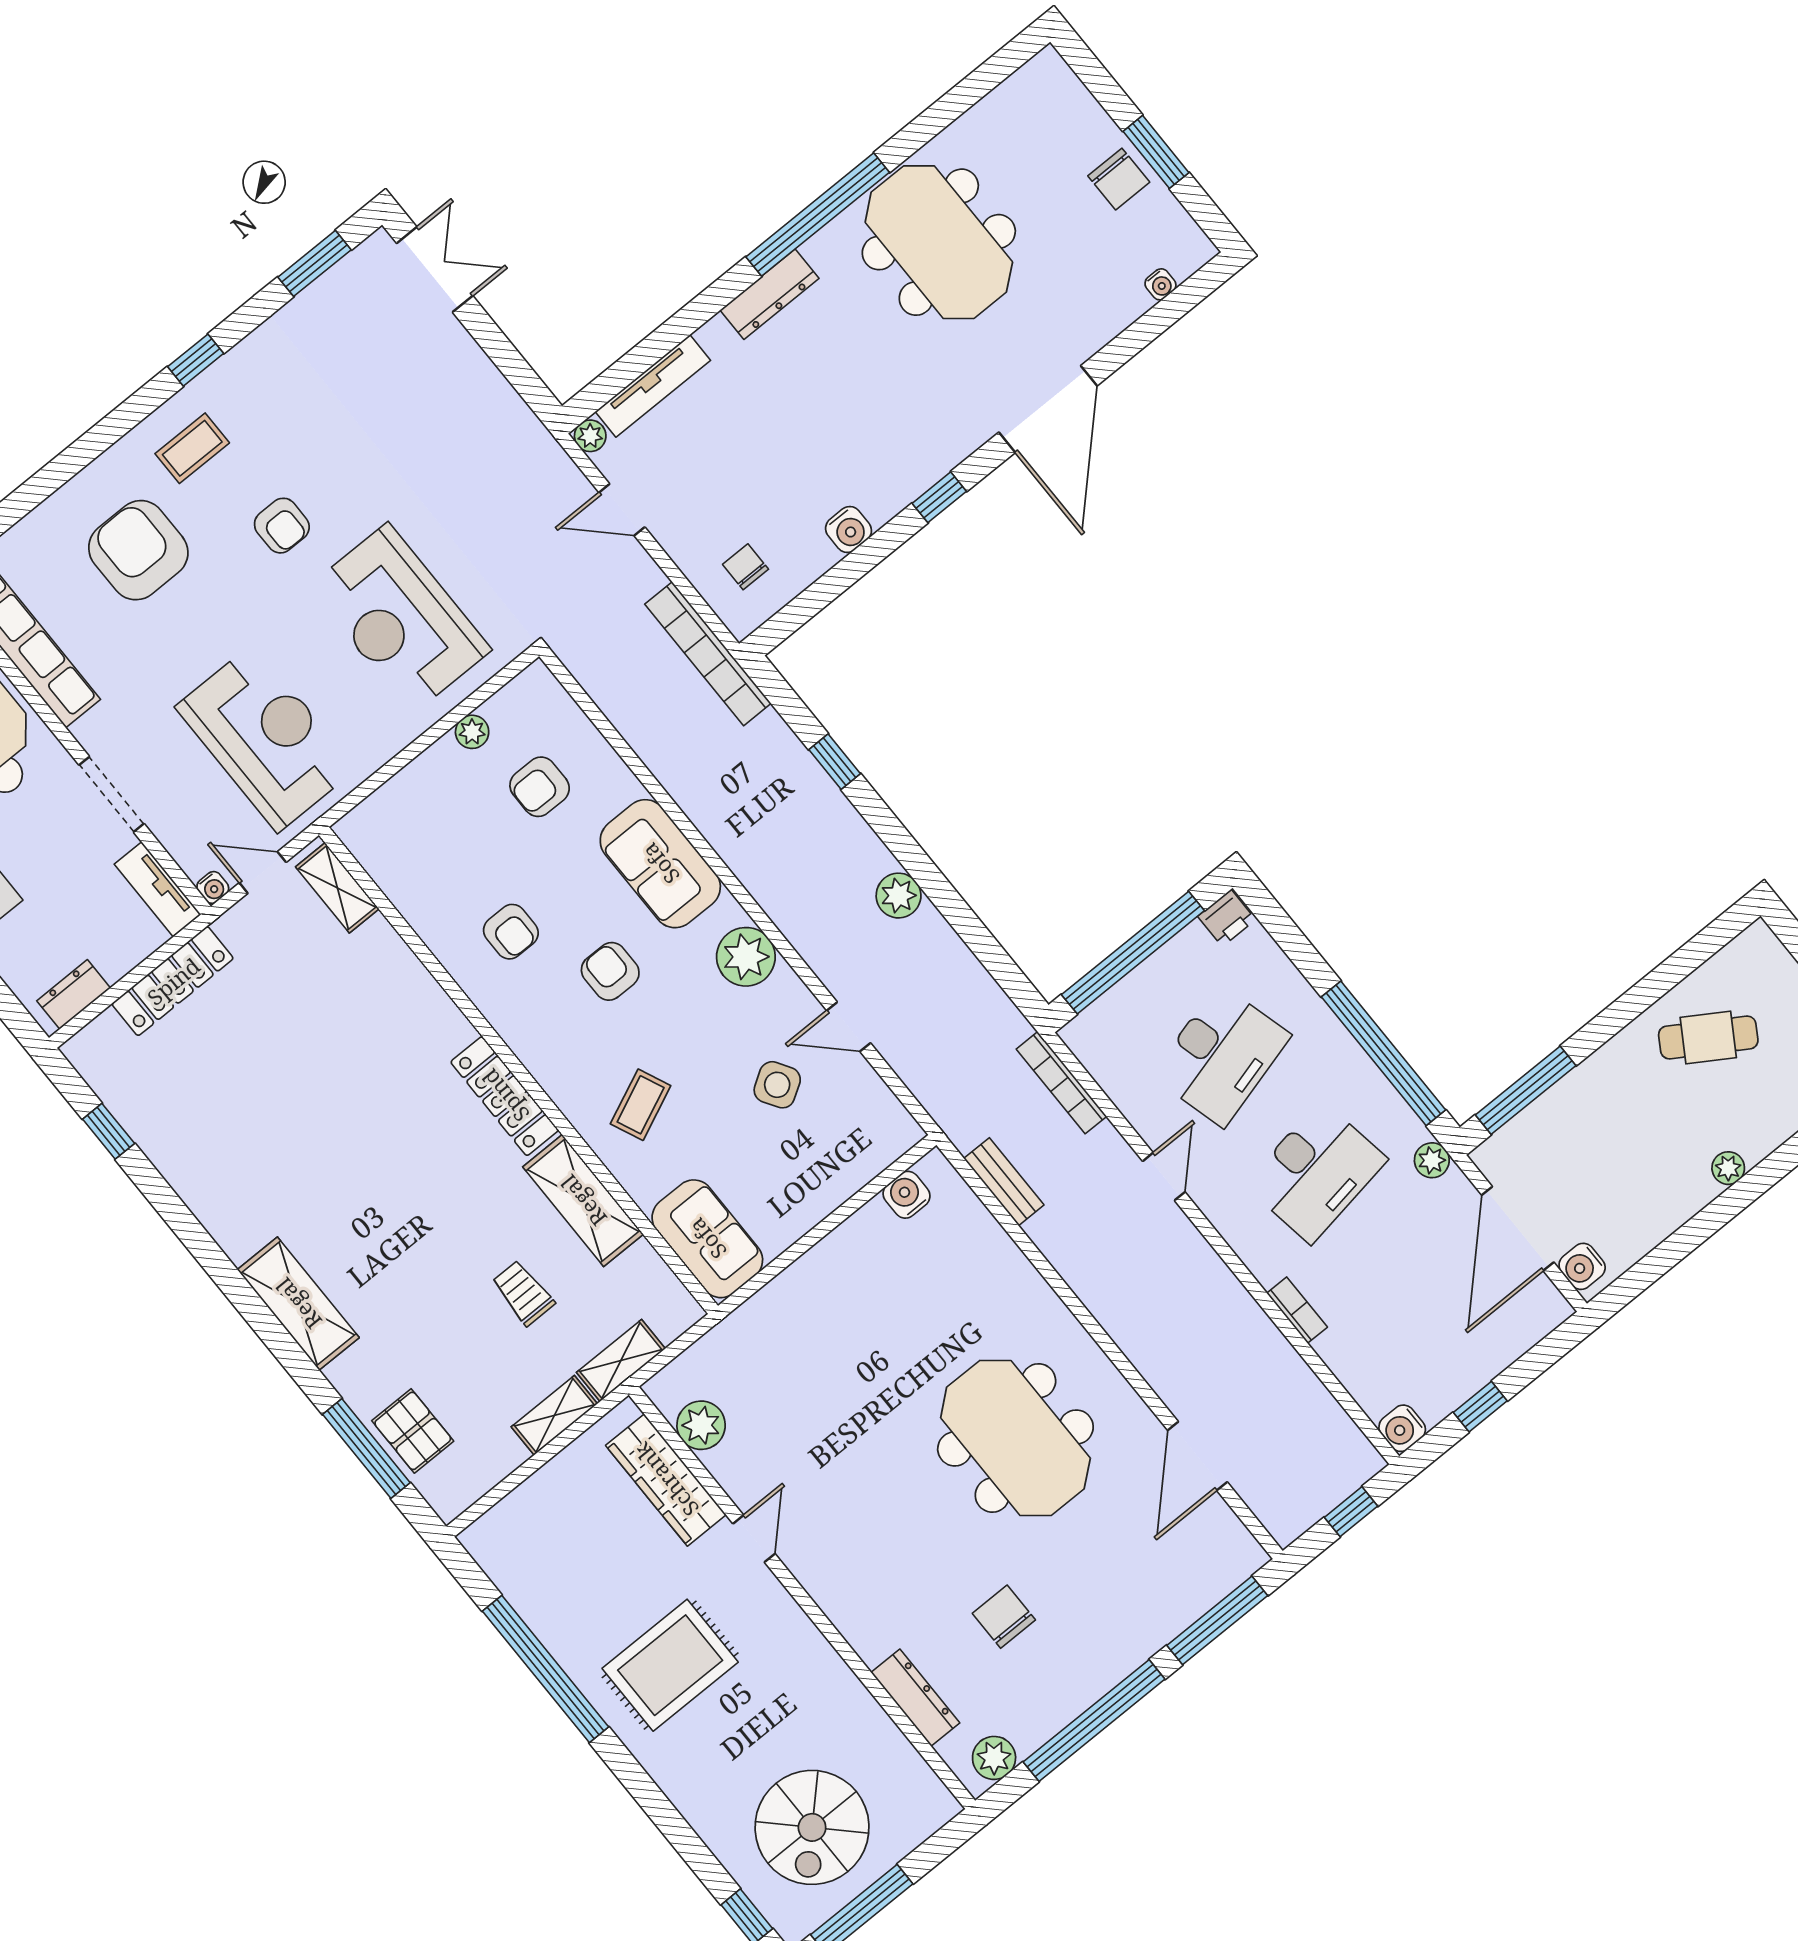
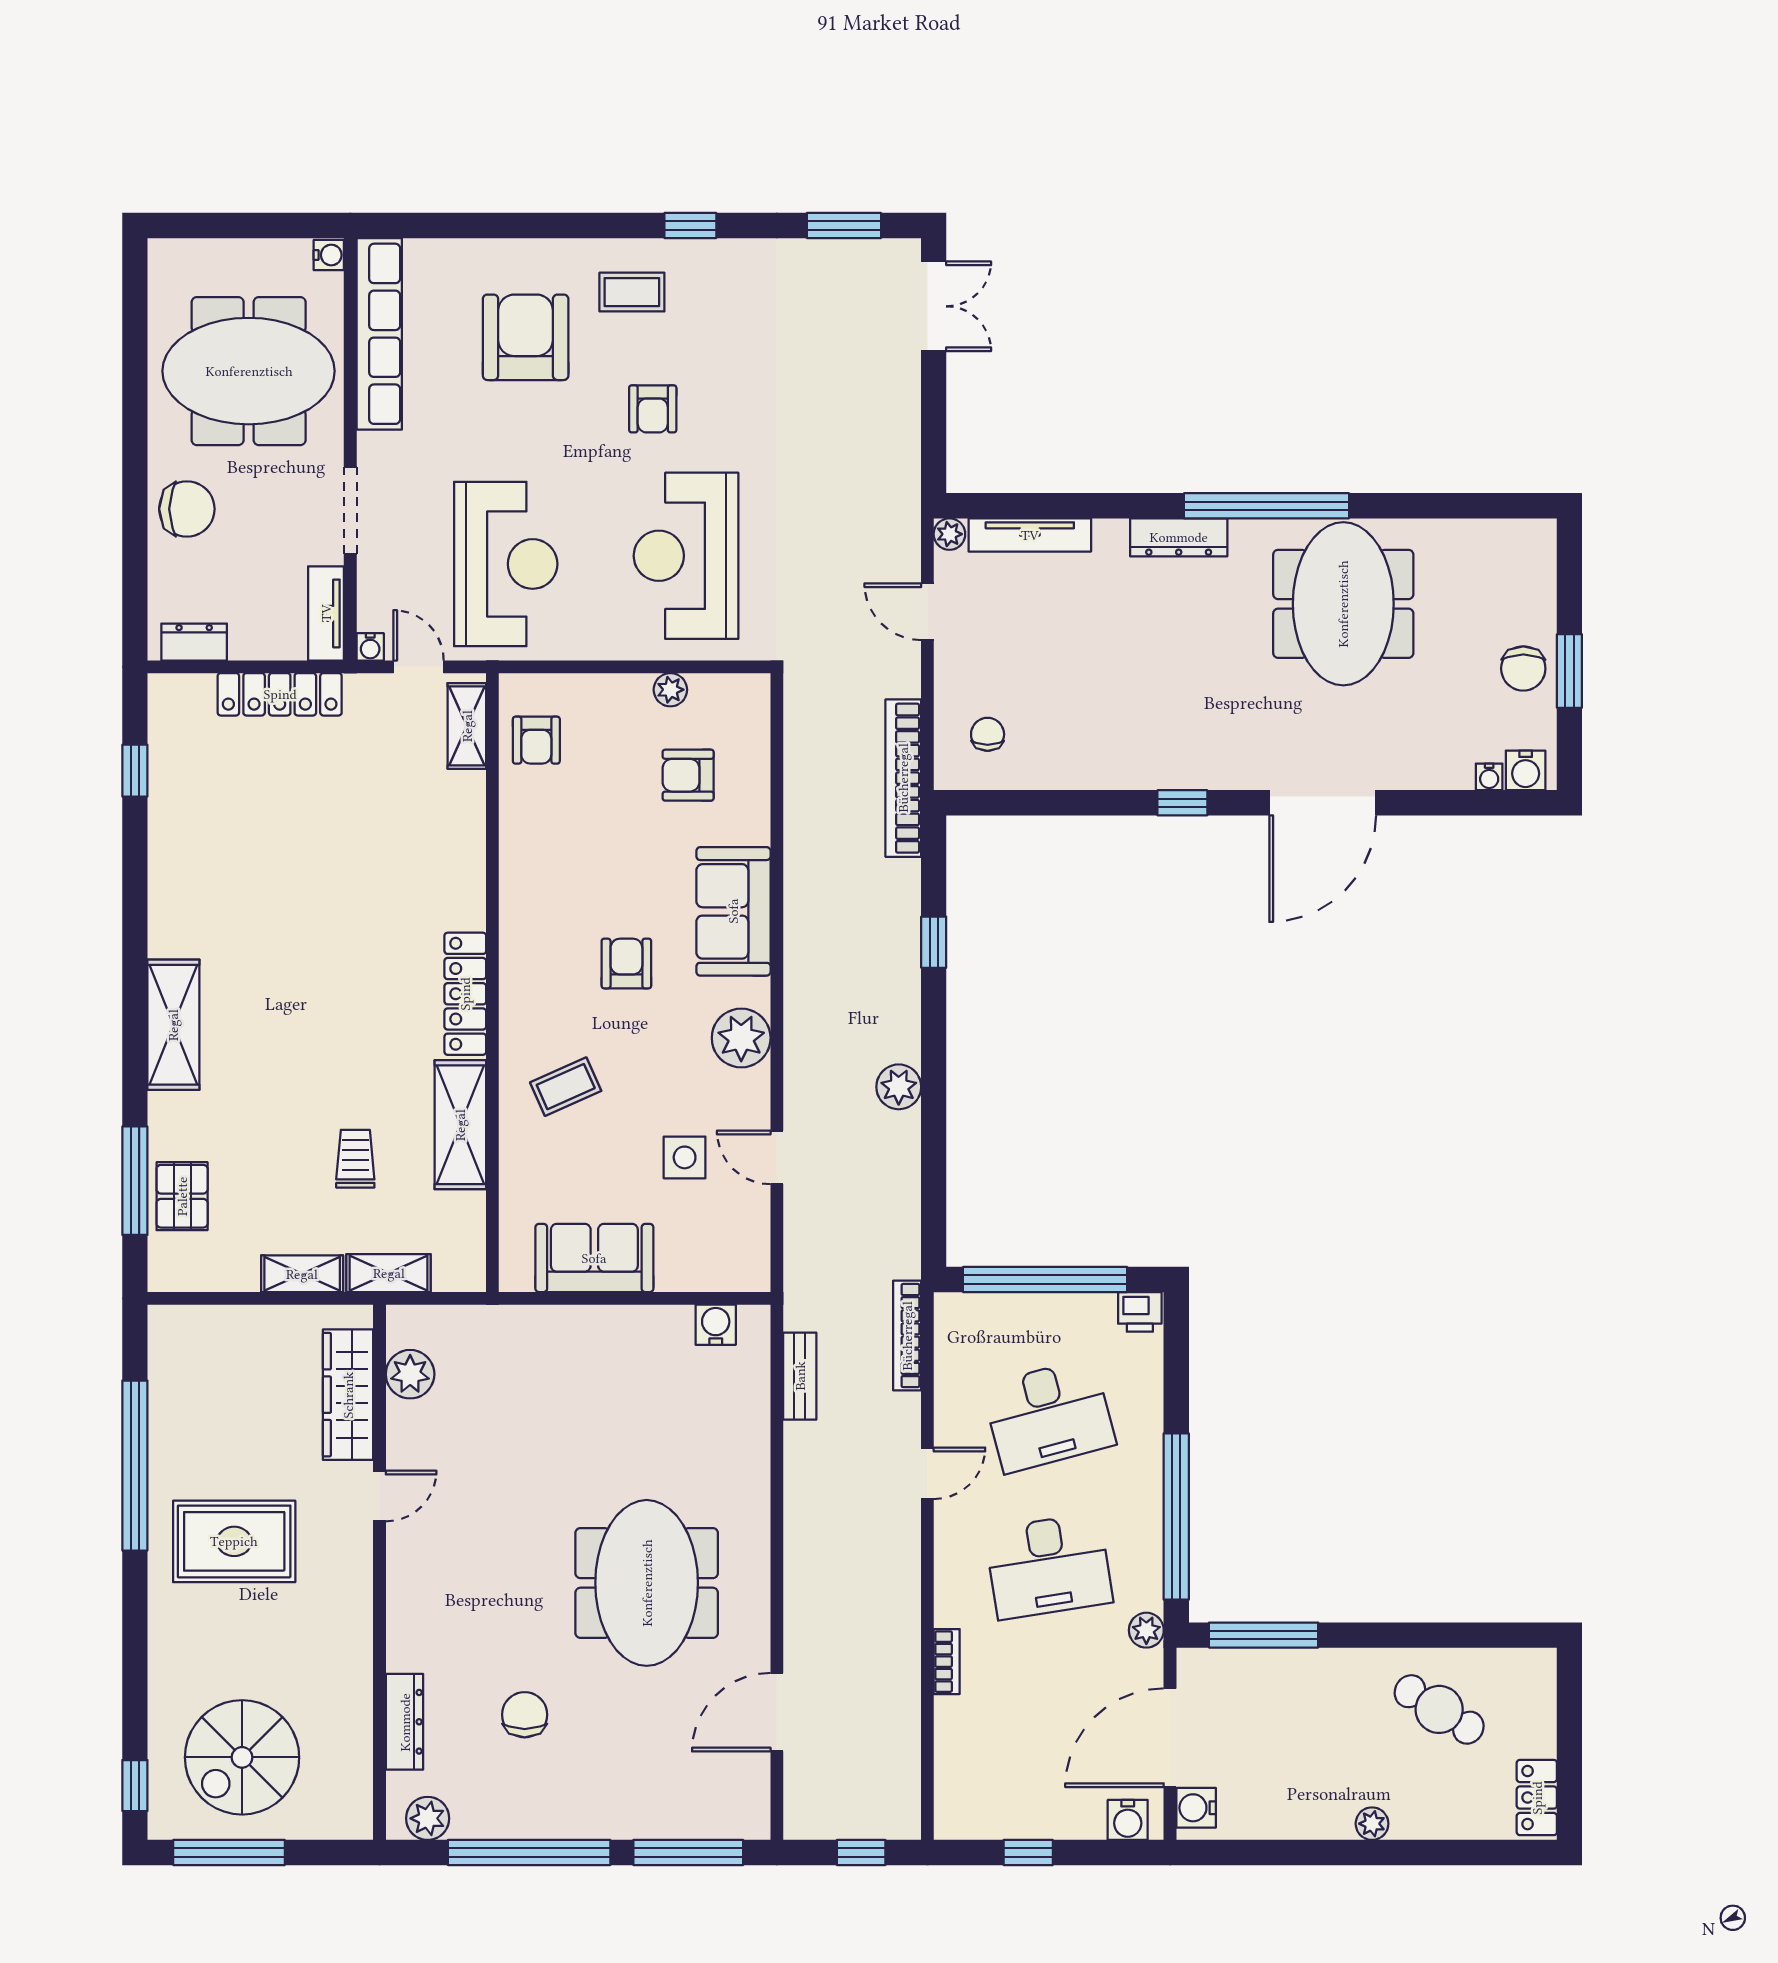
water cooler: (849, 530) -> (1526, 770), moved
armchair: (511, 932) -> (536, 740), moved
side table: (777, 1085) -> (685, 1157), turned 32
sofa: (707, 1239) -> (594, 1258), moved, turned -90
water cooler: (1402, 1428) -> (1128, 1820), moved, turned -90

